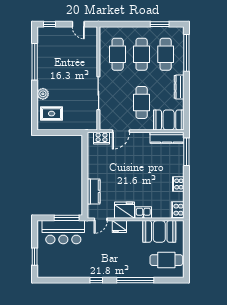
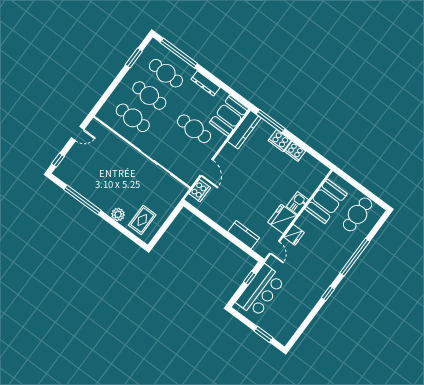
cooker: (178, 210) -> (280, 140), moved
window: (67, 218) -> (250, 278), width x0.46

